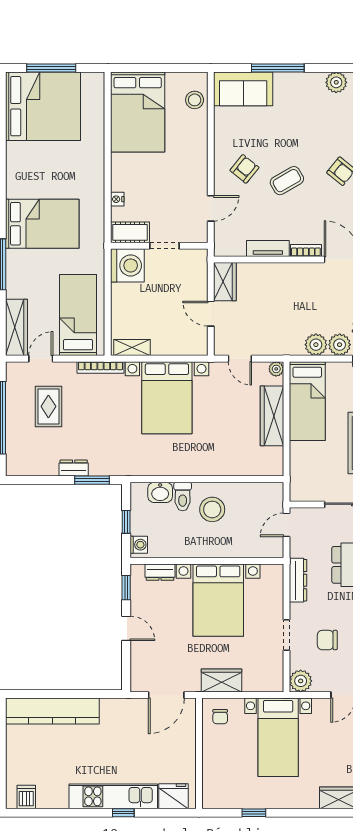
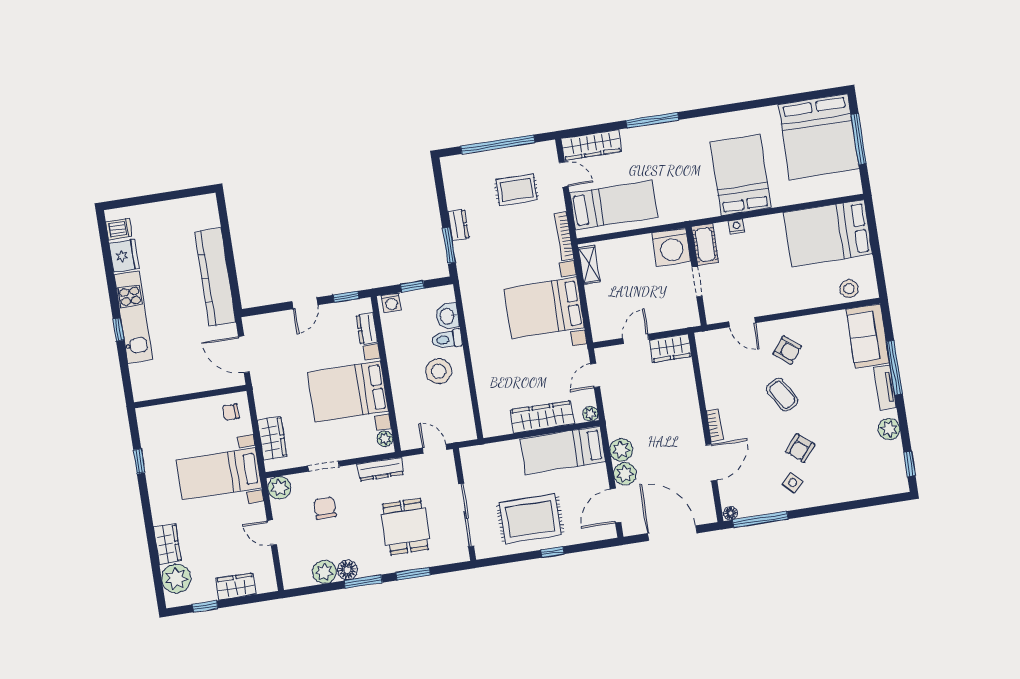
bed: (42, 224) -> (741, 175), moved, turned 180
tv unit: (268, 248) -> (885, 387), moved, turned 180
plant: (269, 571) -> (385, 439), added
wardrobe: (222, 680) -> (272, 438), moved
kitchen counter: (52, 711) -> (215, 277), moved
fridge: (174, 796) -> (124, 256), moved

